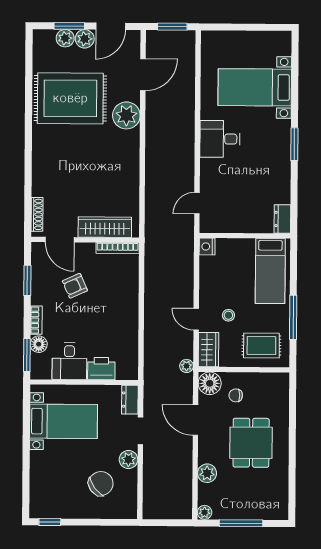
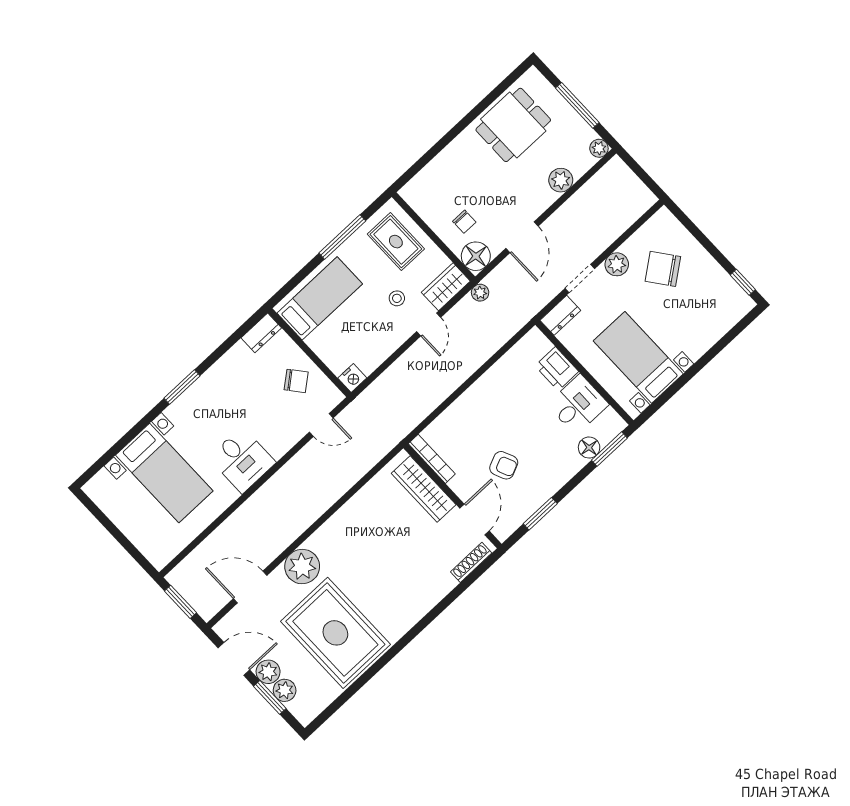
chair: (236, 213) -> (296, 381), added
bookcase: (36, 320) -> (569, 471), removed
dining table: (251, 443) -> (513, 125), moved

